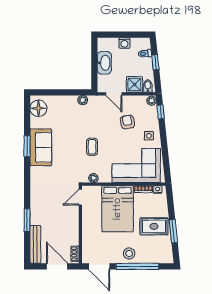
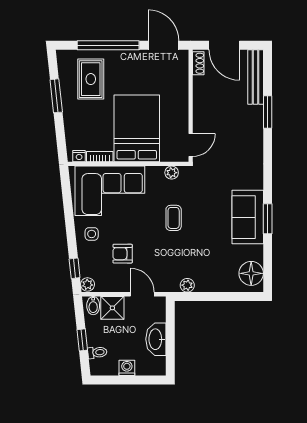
armchair: (127, 122) -> (123, 254), turned 100
rug: (154, 226) -> (91, 79), moved, turned 90
stool: (129, 254) -> (120, 64), removed

